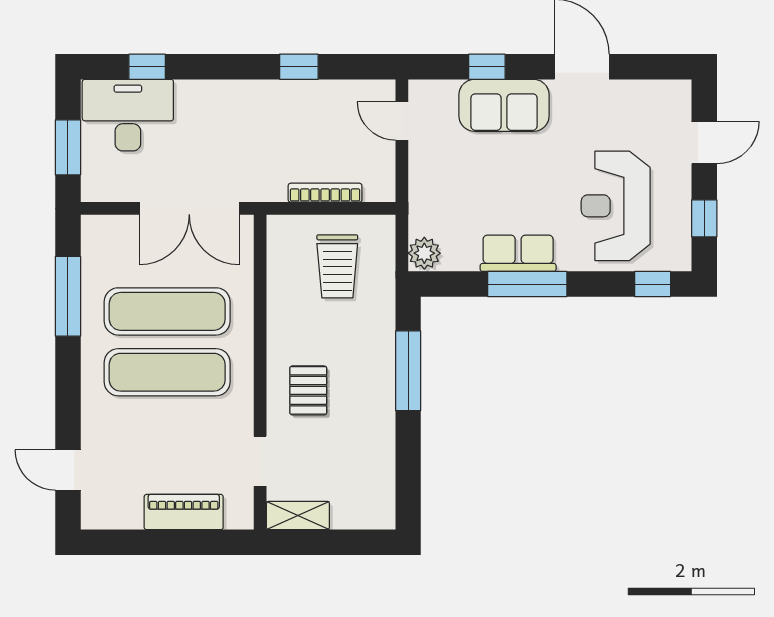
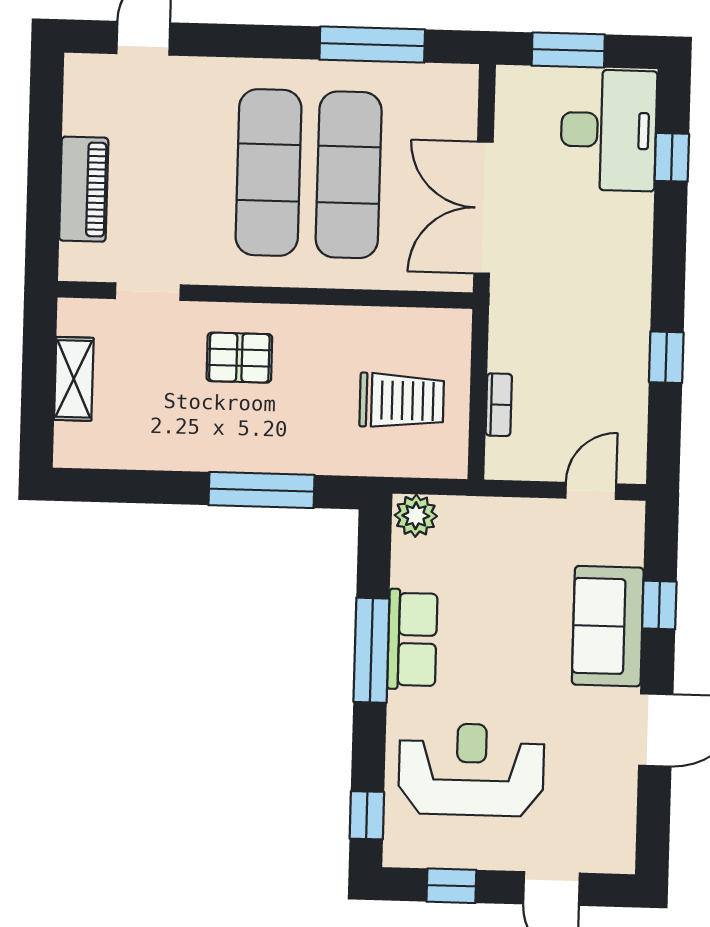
bookcase: (325, 193) -> (499, 405), width x0.64
trolley: (337, 266) -> (402, 401), turned 180
shelving: (298, 516) -> (74, 379), moved

